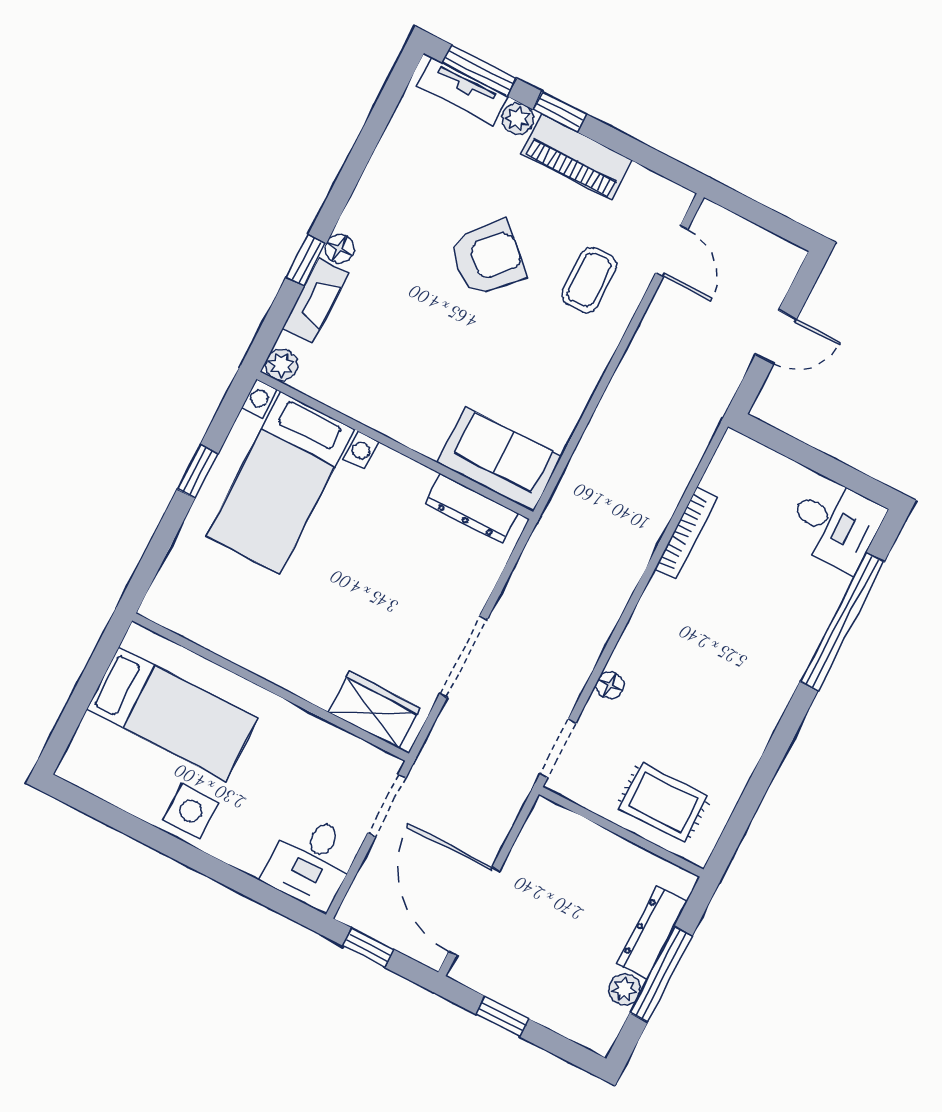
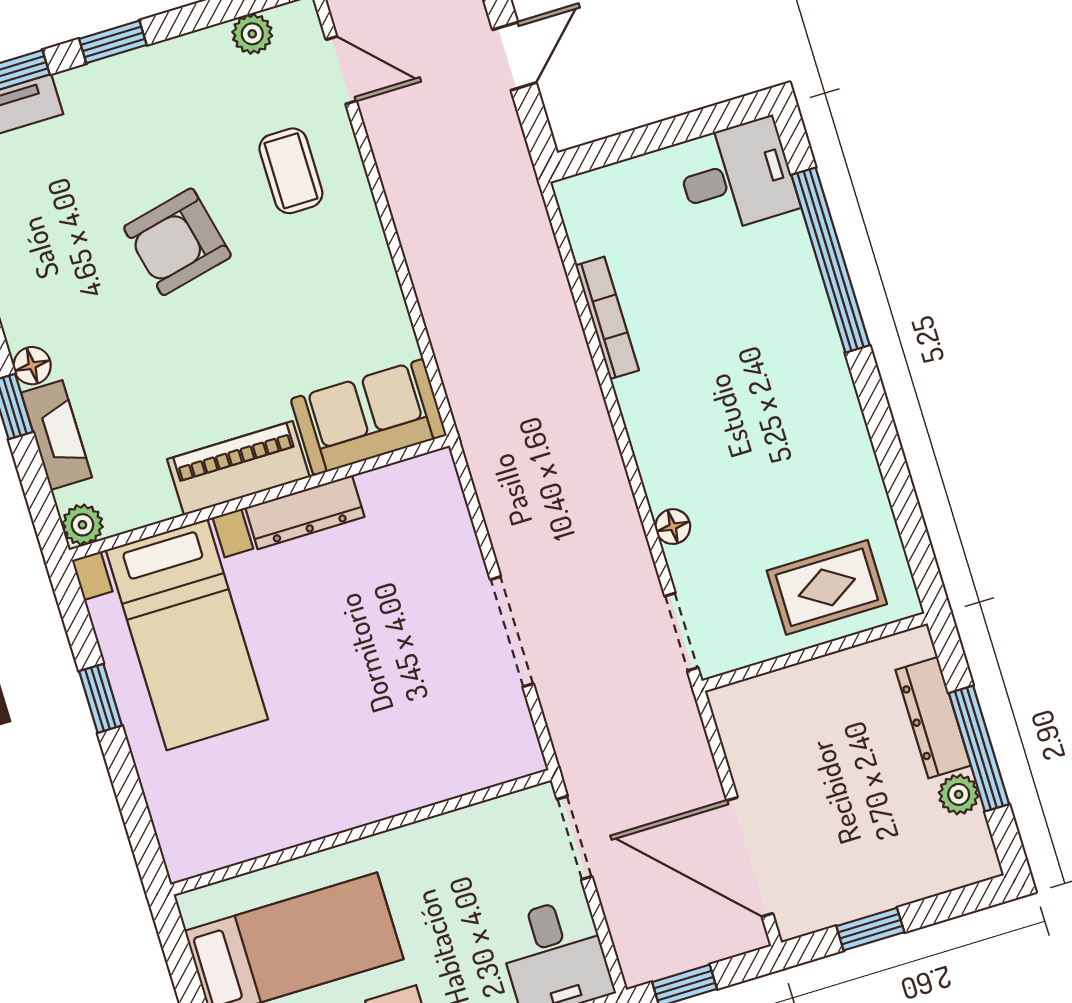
plant: (517, 119) -> (252, 34), moved
piano: (576, 157) -> (238, 468), moved, turned 180
armchair: (488, 258) -> (177, 242), turned -146
dresser: (471, 508) -> (305, 512), moved
wardrobe: (375, 710) -> (478, 761), removed

